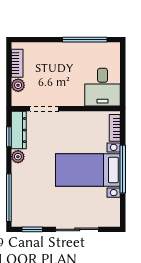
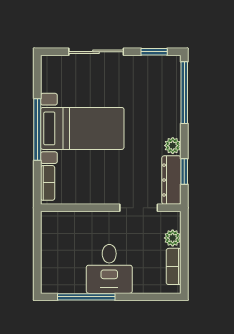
desk: (102, 87) -> (109, 269), moved, turned 180

